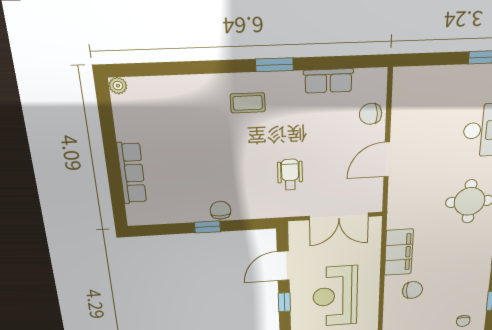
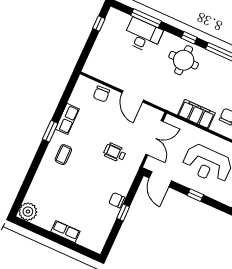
row of seats: (328, 81) -> (67, 119), moved
plant: (118, 86) -> (28, 212), width x1.88, depth x1.88
row of seats: (132, 173) -> (65, 232), width x0.68
door: (283, 266) -> (160, 179), moved

